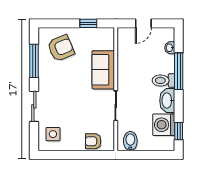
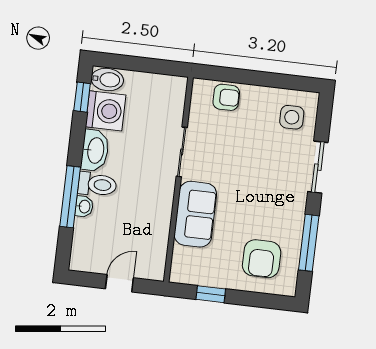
armchair: (61, 48) -> (262, 259), turned -67
washbasin: (170, 48) -> (84, 207), moved
bidet: (130, 141) -> (107, 80), moved, turned -90

